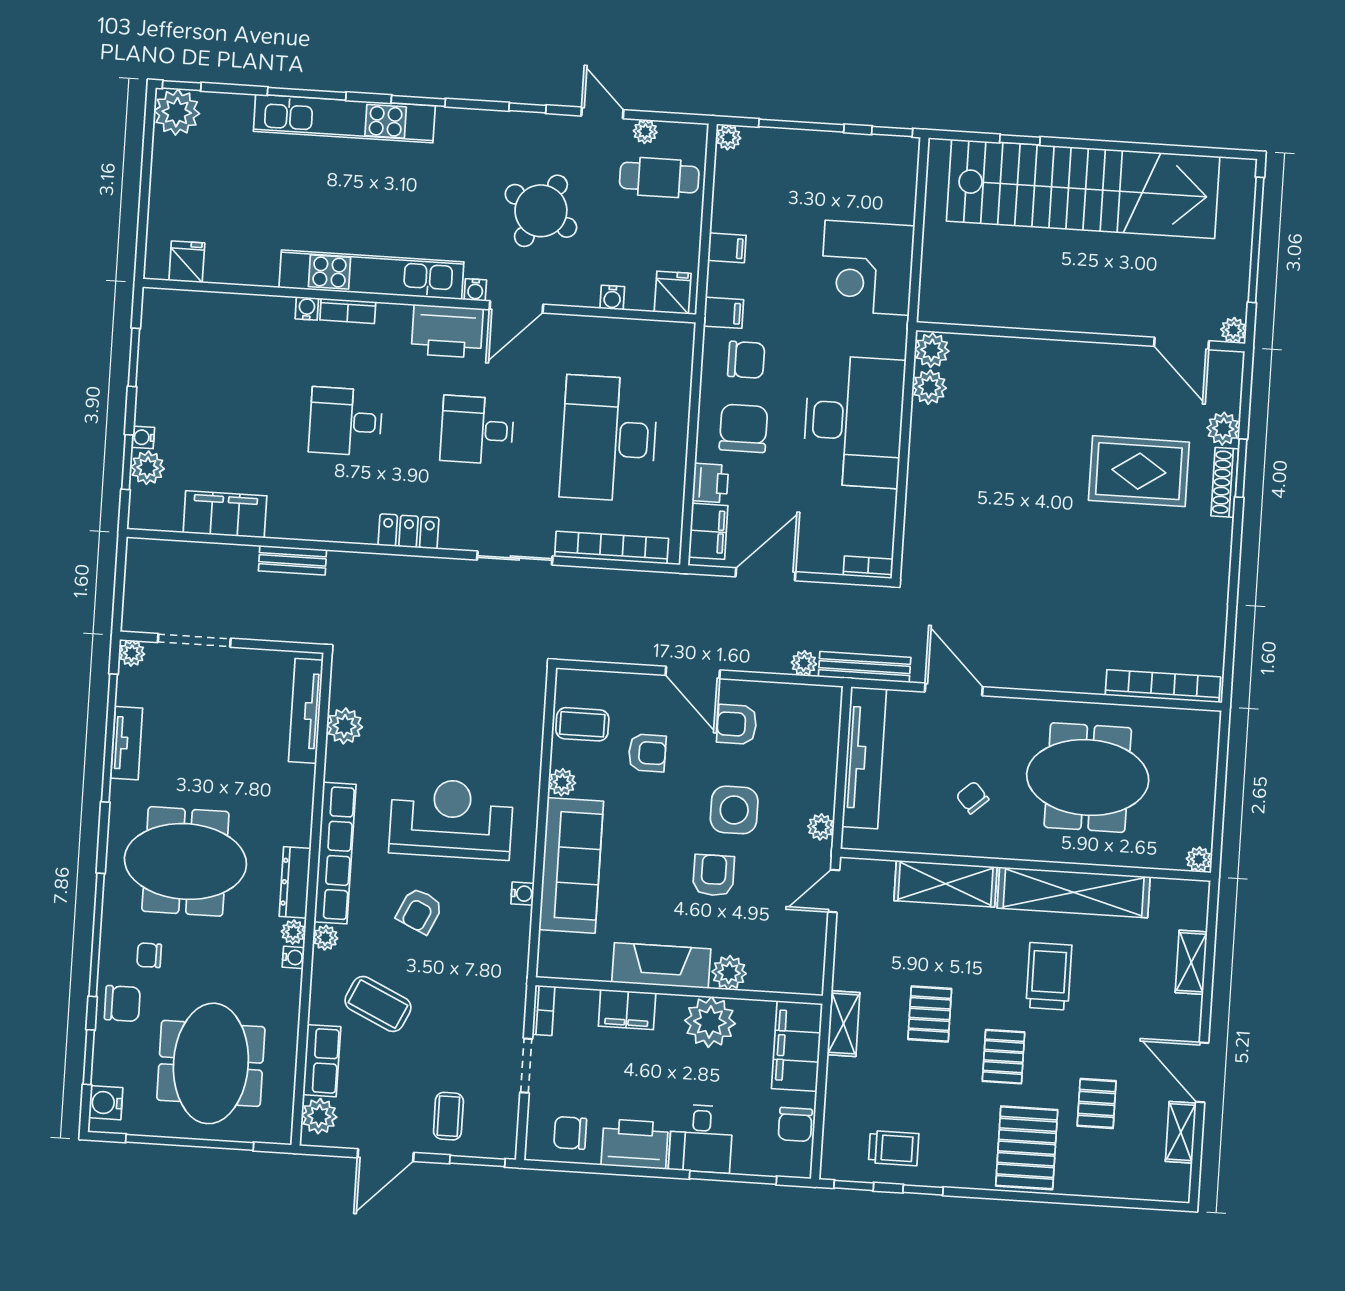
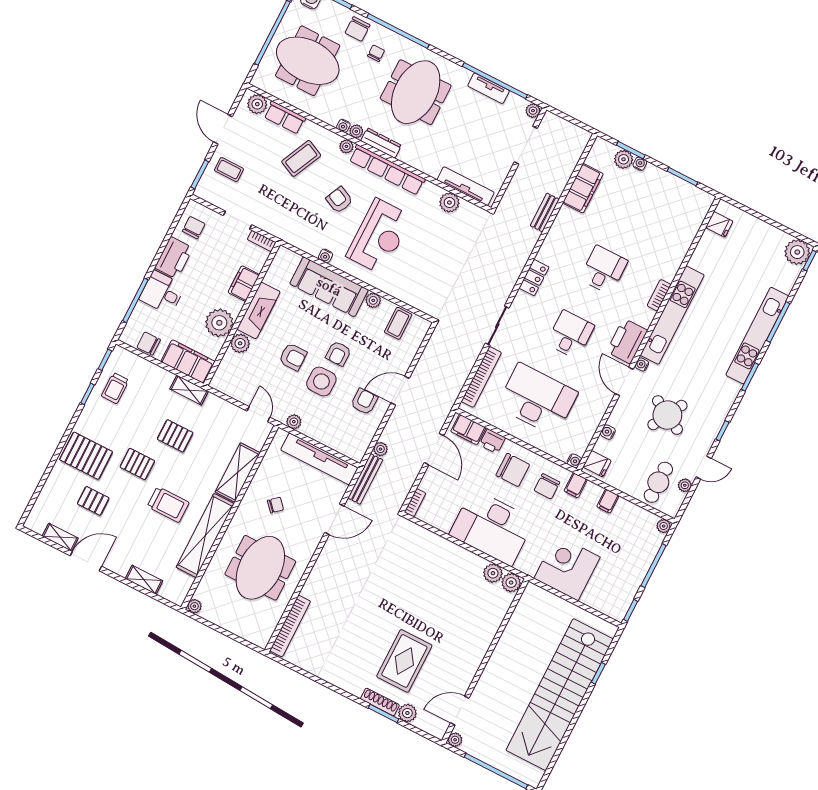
water cooler: (307, 308) -> (574, 461), moved
armchair: (647, 753) -> (338, 354), moved

